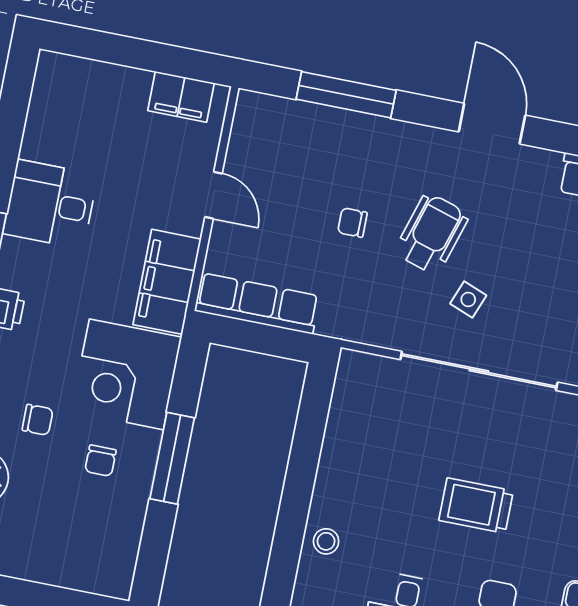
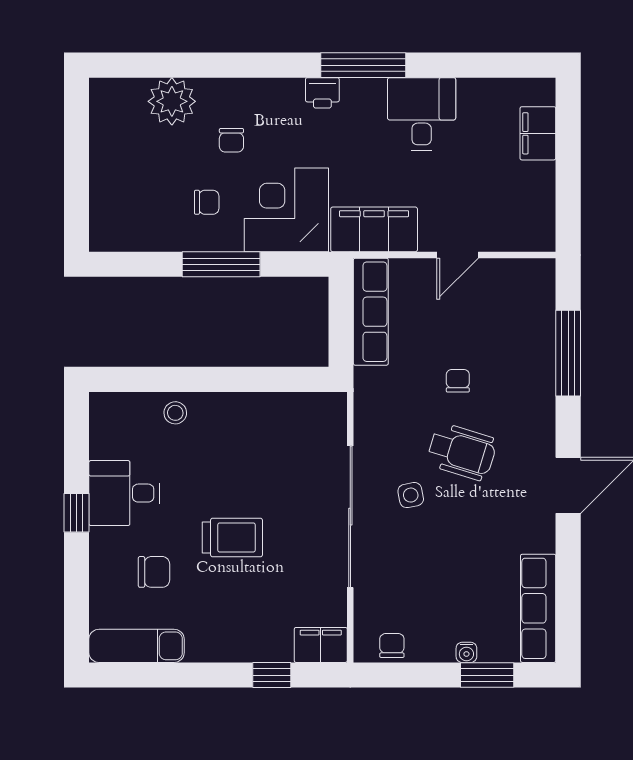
filing cabinet: (181, 97) -> (538, 133), moved
side table: (468, 299) -> (411, 495), turned -32
chair: (100, 461) -> (207, 202), turned 180
trolley: (476, 506) -> (232, 537), turned 90

